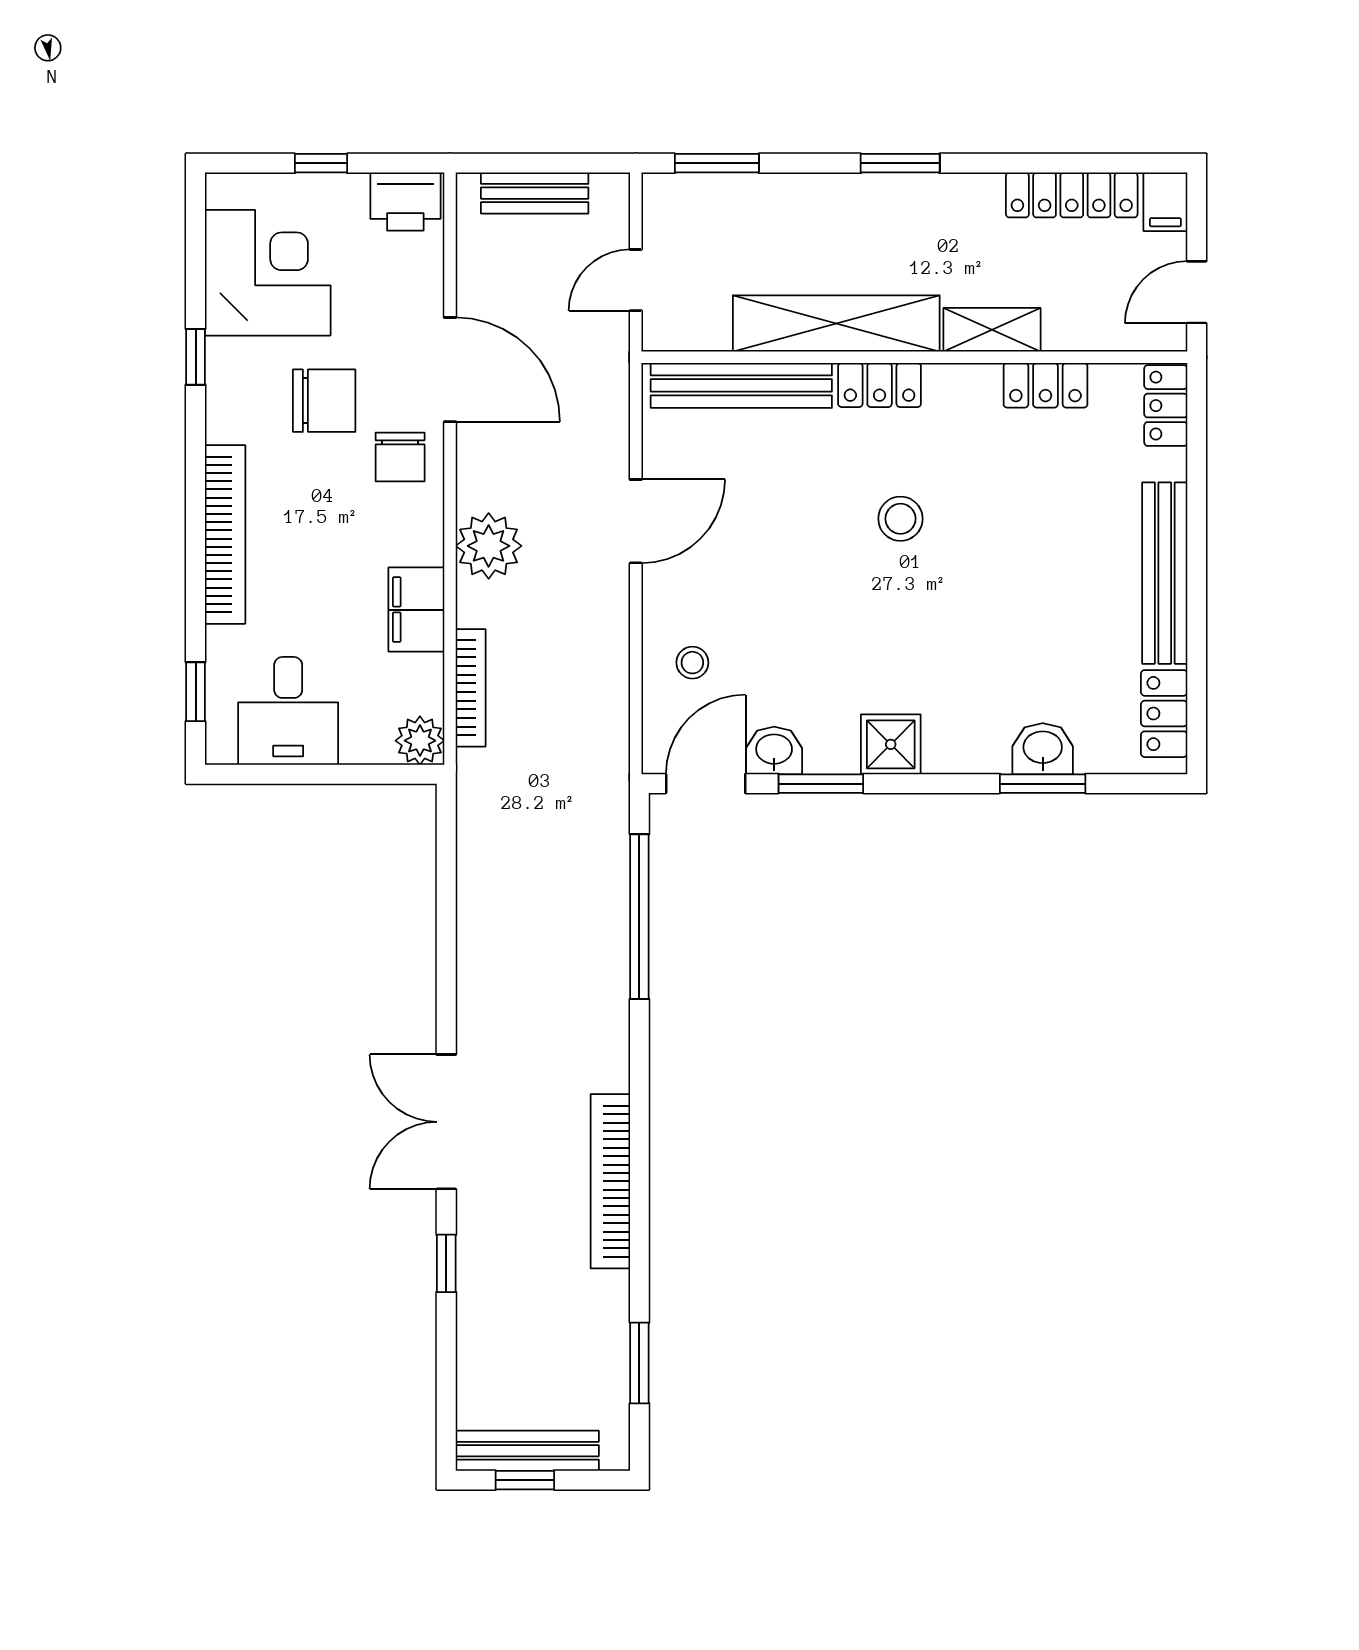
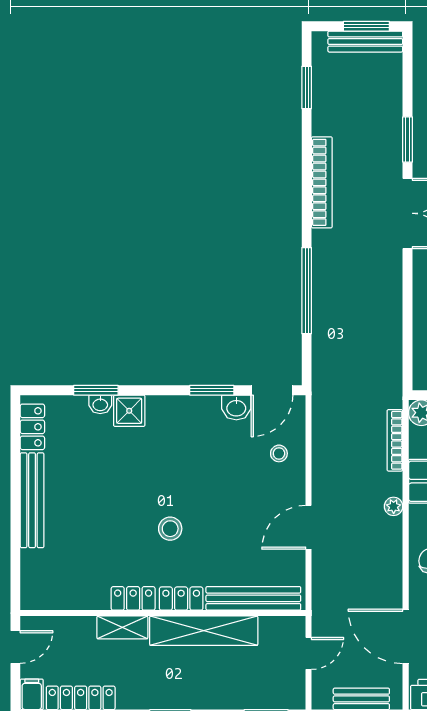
door: (450, 370) -> (406, 636), moved
locker: (1045, 385) -> (133, 598), moved
locker: (1166, 406) -> (32, 588), removed
plant: (489, 546) -> (394, 506), width x0.53, depth x0.53
shower: (891, 744) -> (129, 411), moved
washbasin: (1043, 749) -> (100, 404), width x0.72, depth x0.69
window: (639, 917) -> (307, 291), moved
window: (446, 1263) -> (408, 139), width x1.50
window: (525, 1480) -> (366, 26), width x1.50

